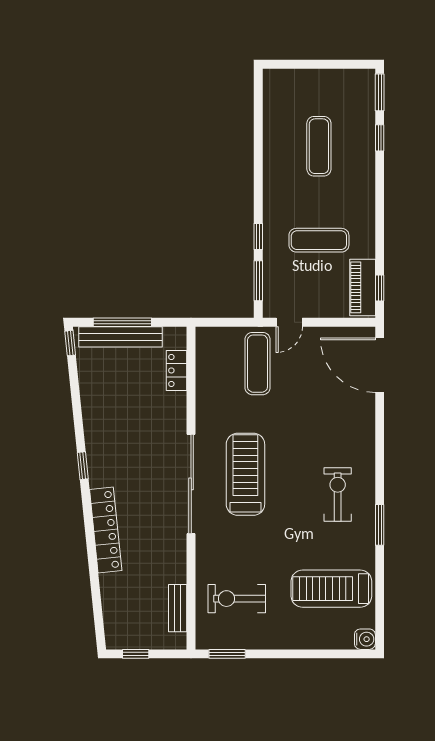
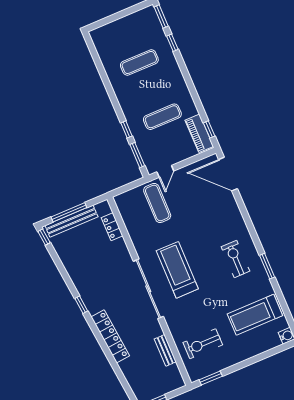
exercise mat: (319, 146) -> (139, 62), turned 90
bench: (178, 608) -> (165, 350), moved

